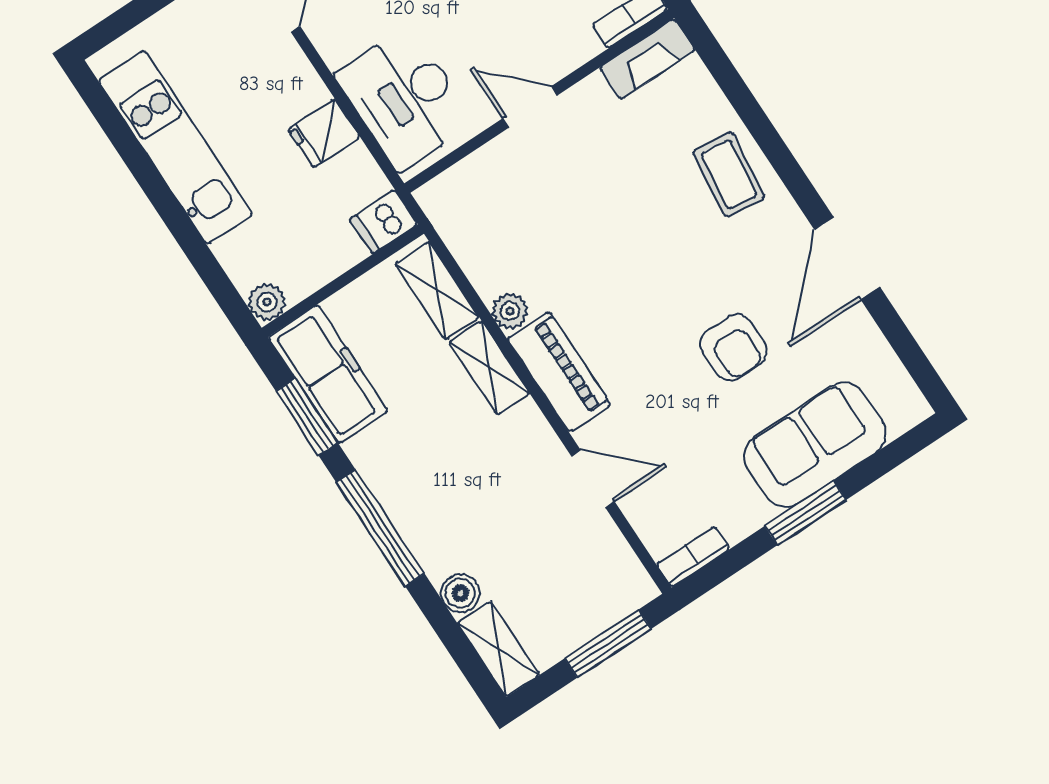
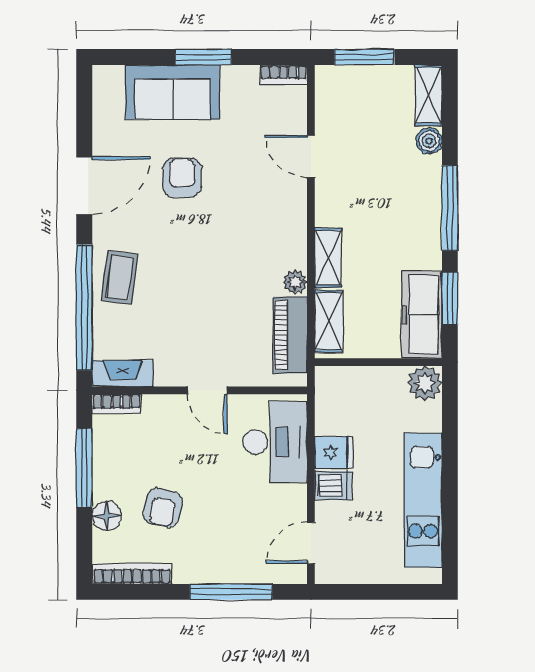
window: (748, 109) -> (84, 307), added
dishwasher: (384, 222) -> (333, 485), moved
plant: (267, 302) -> (425, 383), width x1.38, depth x1.38
piano: (559, 372) -> (290, 335), moved

